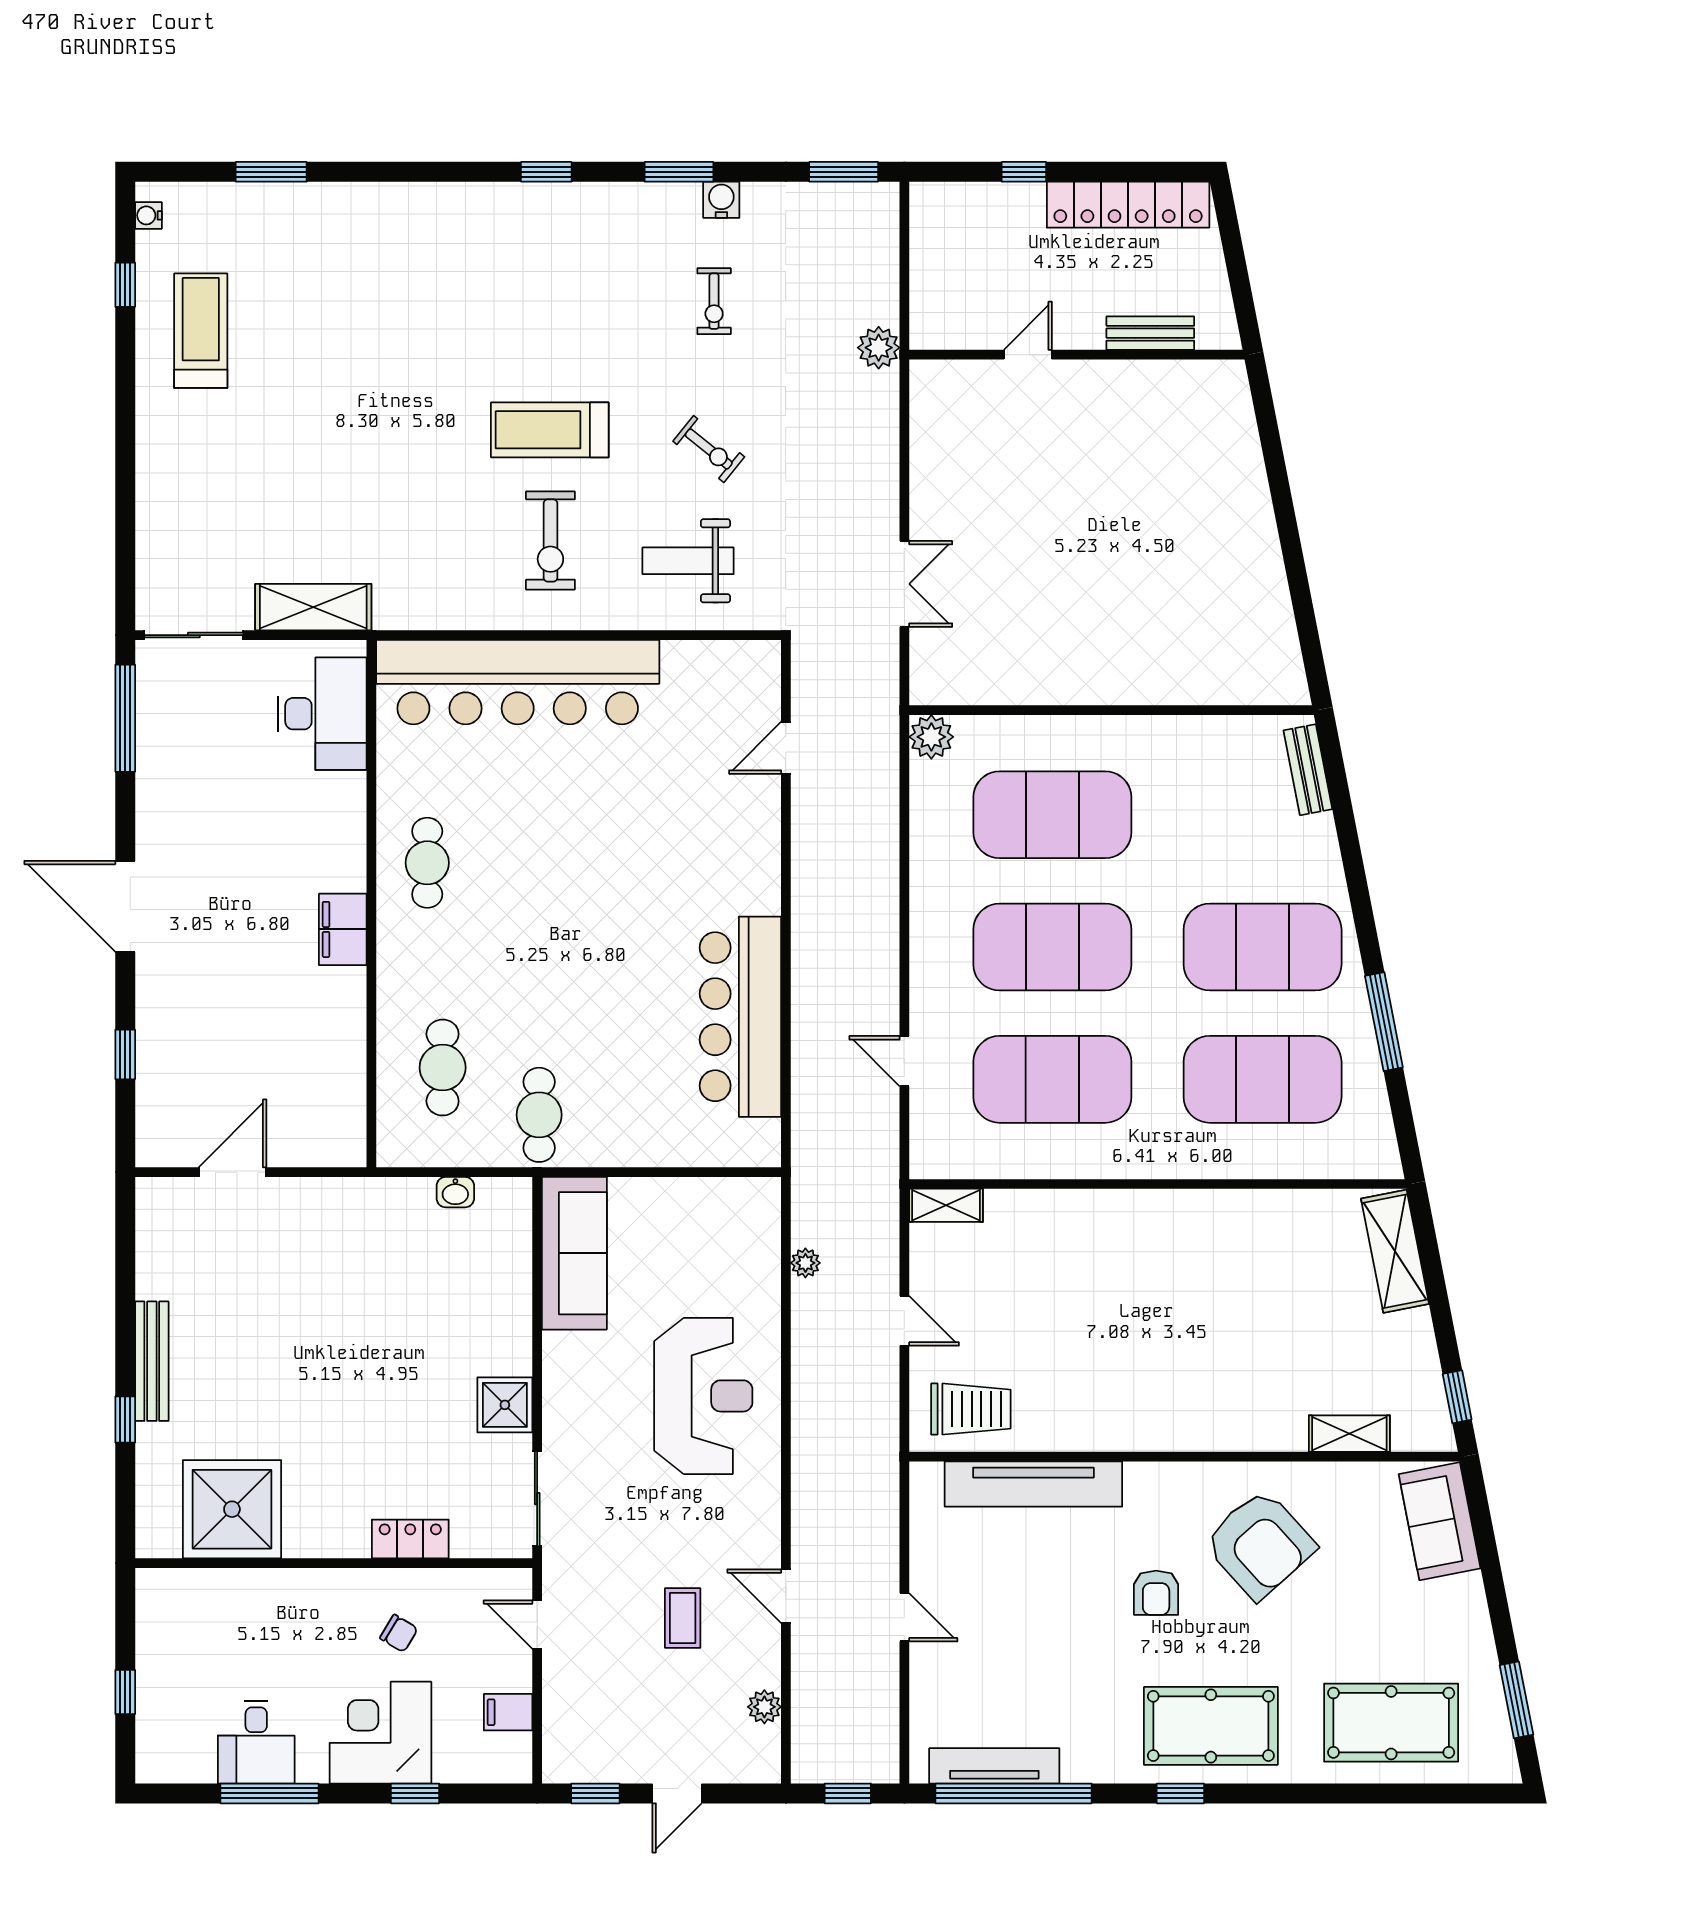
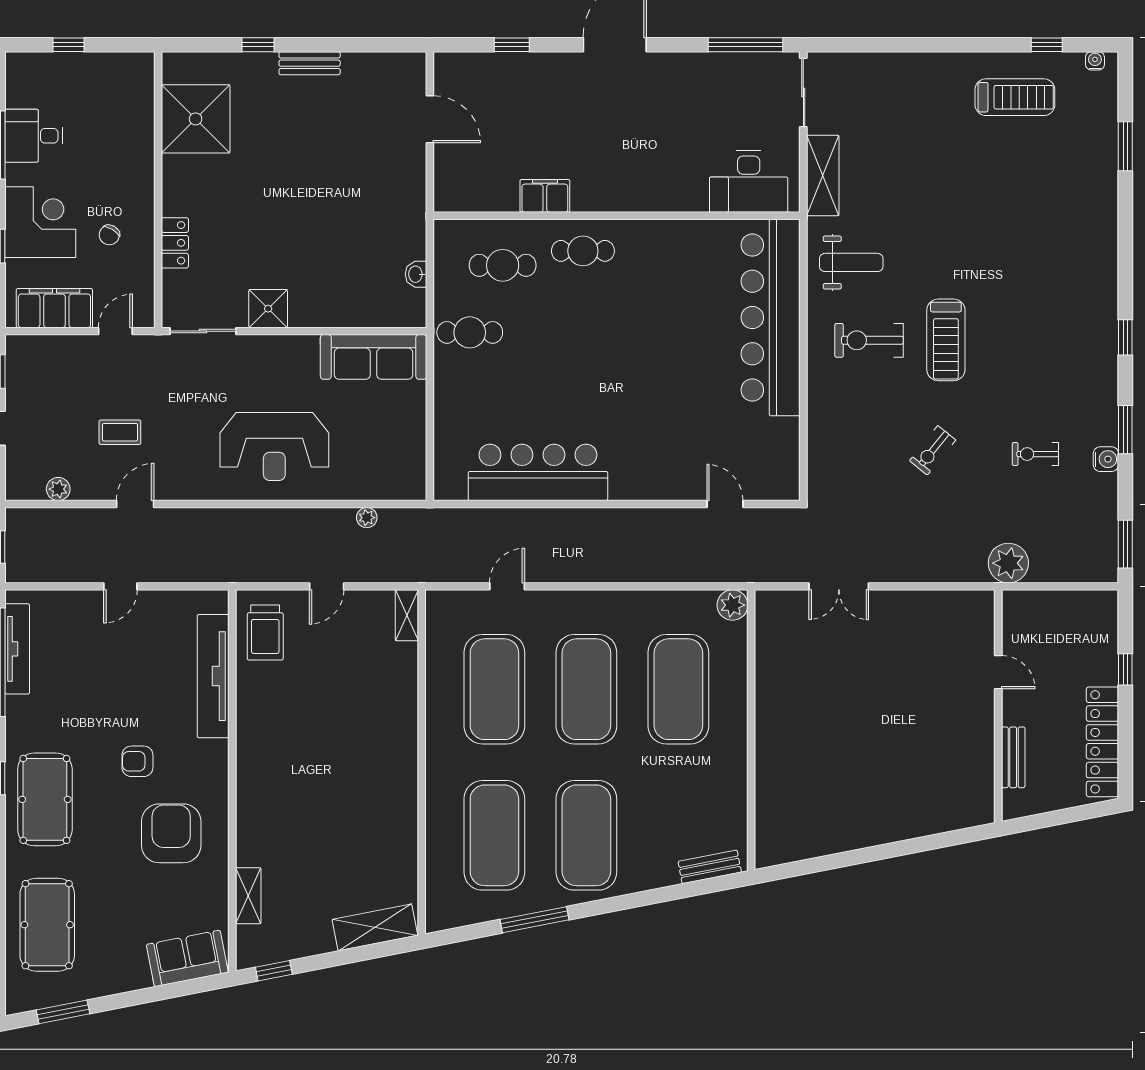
plant: (879, 348) -> (1008, 563), width x1.36, depth x1.36
treadmill: (550, 430) -> (946, 340), turned 180
weight bench: (688, 561) -> (851, 262), moved, turned 90
cafe table: (427, 863) -> (583, 251), moved
filing cabinet: (343, 929) -> (545, 196), moved
bench: (152, 1361) -> (310, 63), width x0.73
armchair: (1260, 1544) -> (171, 833), turned 132
filing cabinet: (508, 1712) -> (54, 308), width x3.00, depth x1.17

